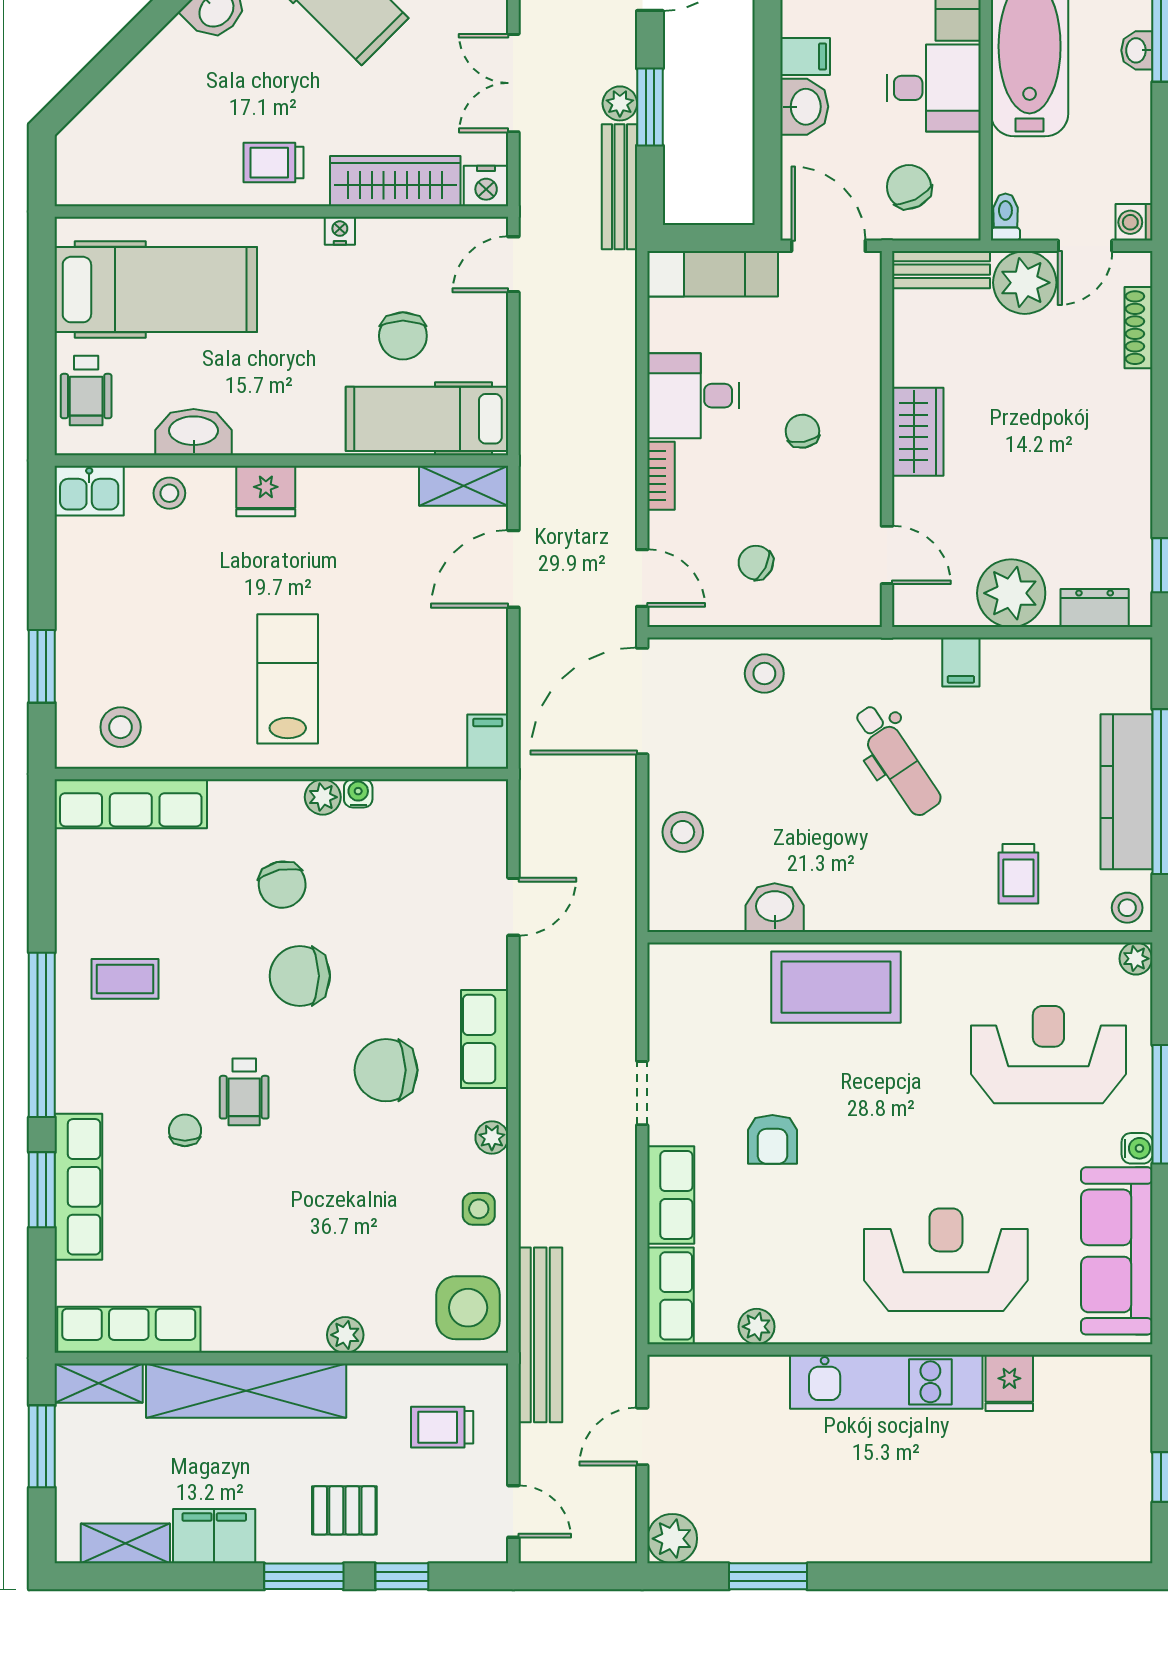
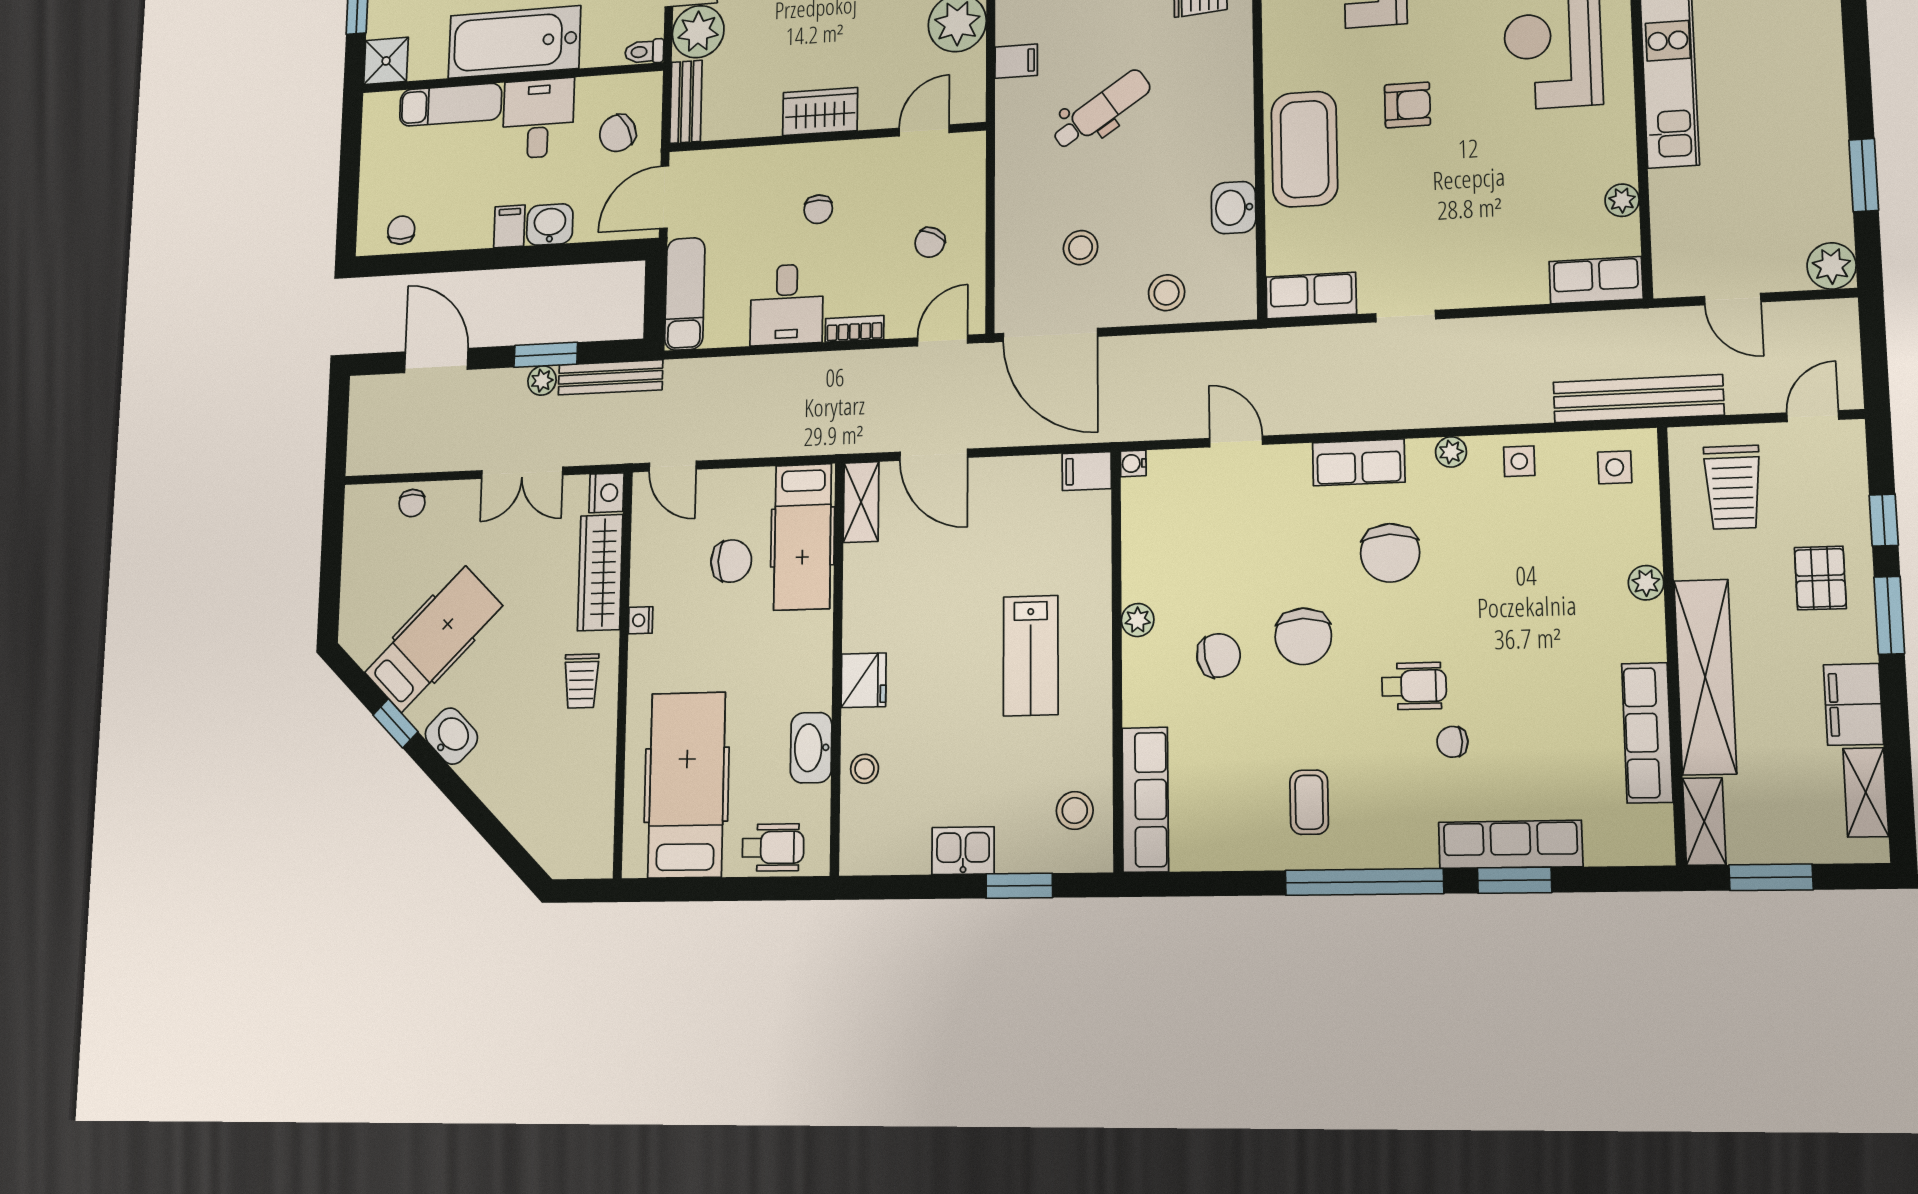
chair: (802, 431) -> (818, 209), turned -80
kitchen sink: (89, 491) -> (963, 851), moved, turned -90
stool: (764, 674) -> (1081, 248), moved
lab bench: (288, 679) -> (1031, 656), turned -90
water cooler: (358, 793) -> (1133, 463), moved
armchair: (772, 1139) -> (1407, 105), moved
row of seats: (671, 1195) -> (1311, 296), moved
side table: (468, 1308) -> (1615, 467), width x0.54, depth x0.54
row of seats: (129, 1330) -> (1647, 733), moved
trolley: (442, 1427) -> (1733, 487), width x1.36, depth x1.39

